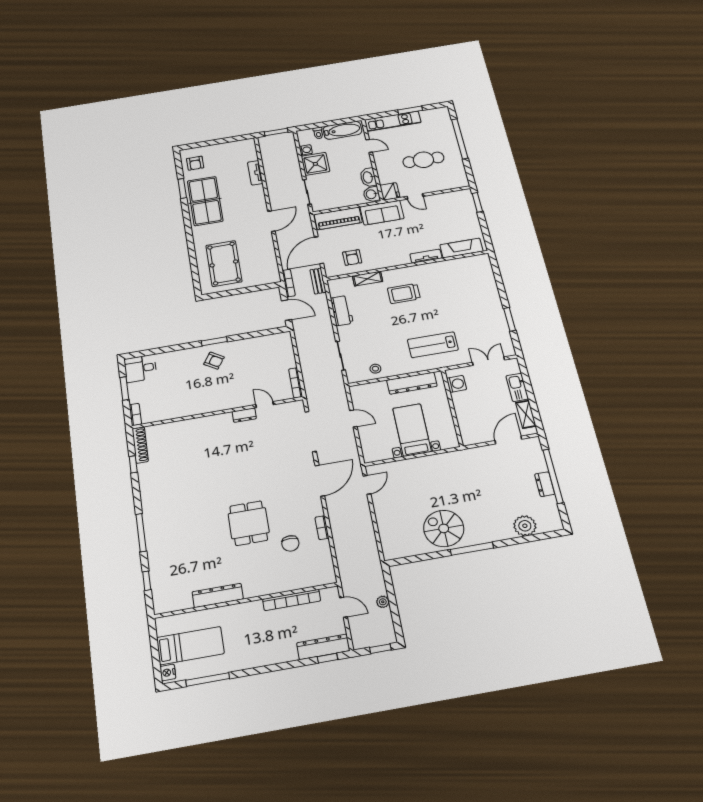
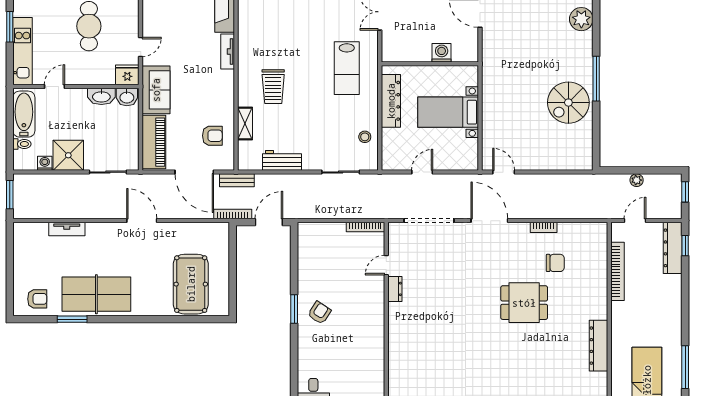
pool table: (224, 263) -> (191, 284), turned 90
washing machine: (456, 384) -> (442, 53), moved

